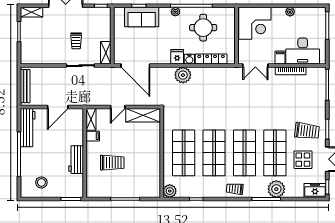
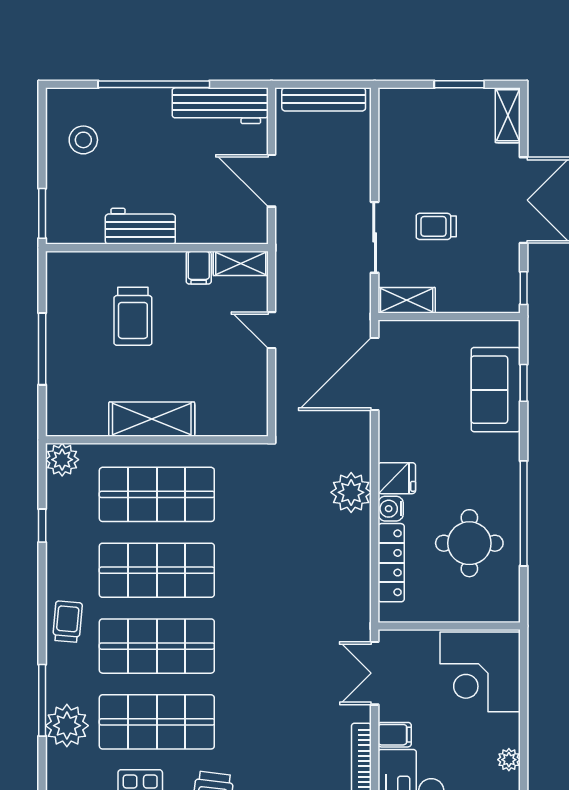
plant: (175, 12) -> (509, 474), removed
shelving: (143, 115) -> (152, 419), moved, turned 90

